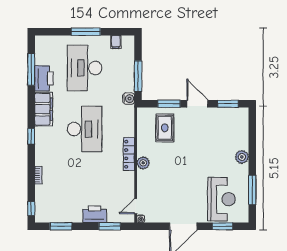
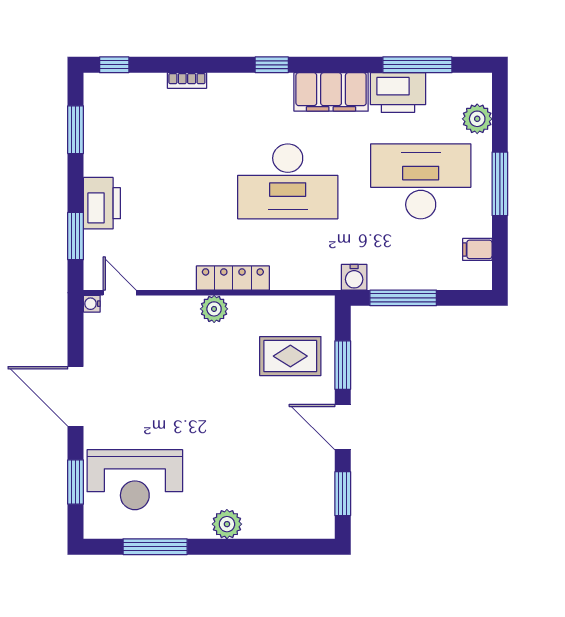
plant: (56, 42) -> (477, 119), added
door: (197, 104) -> (343, 427), swing flipped

